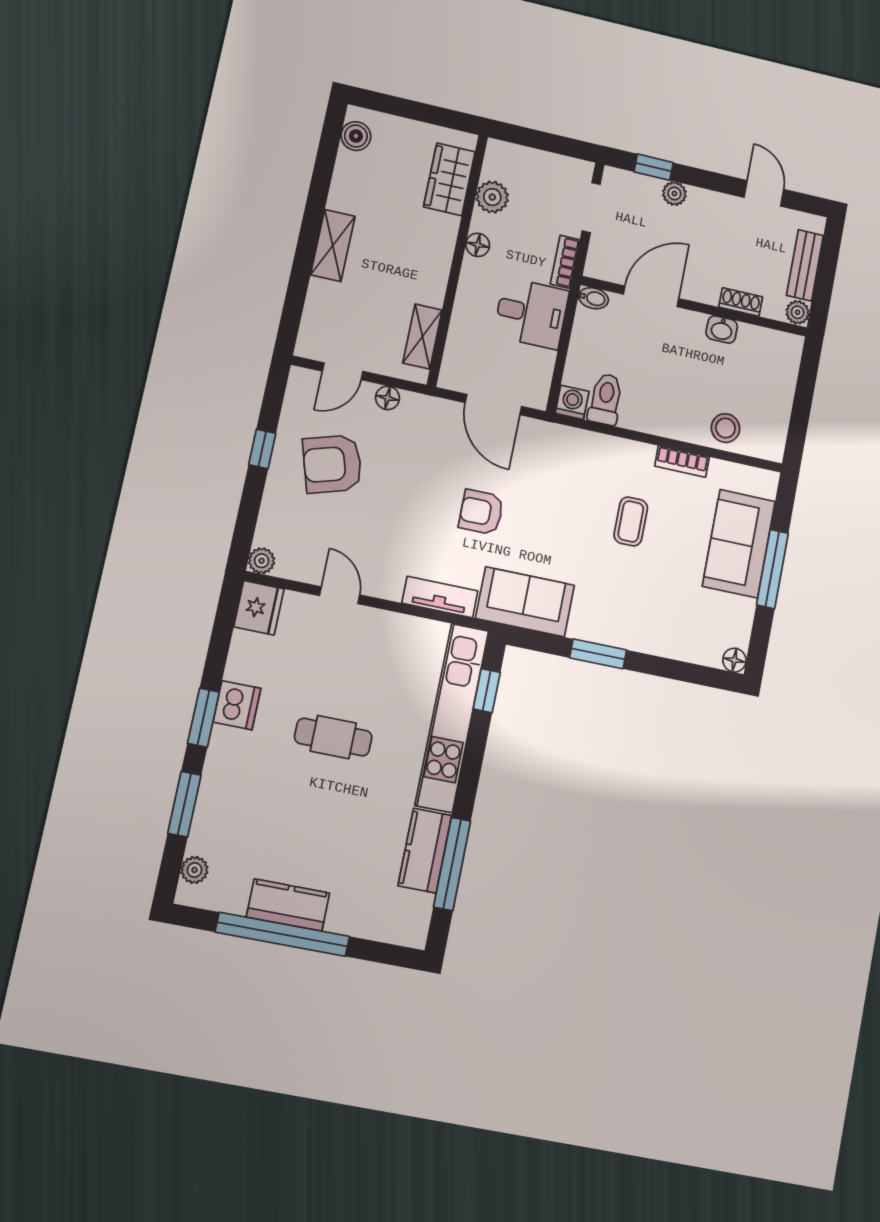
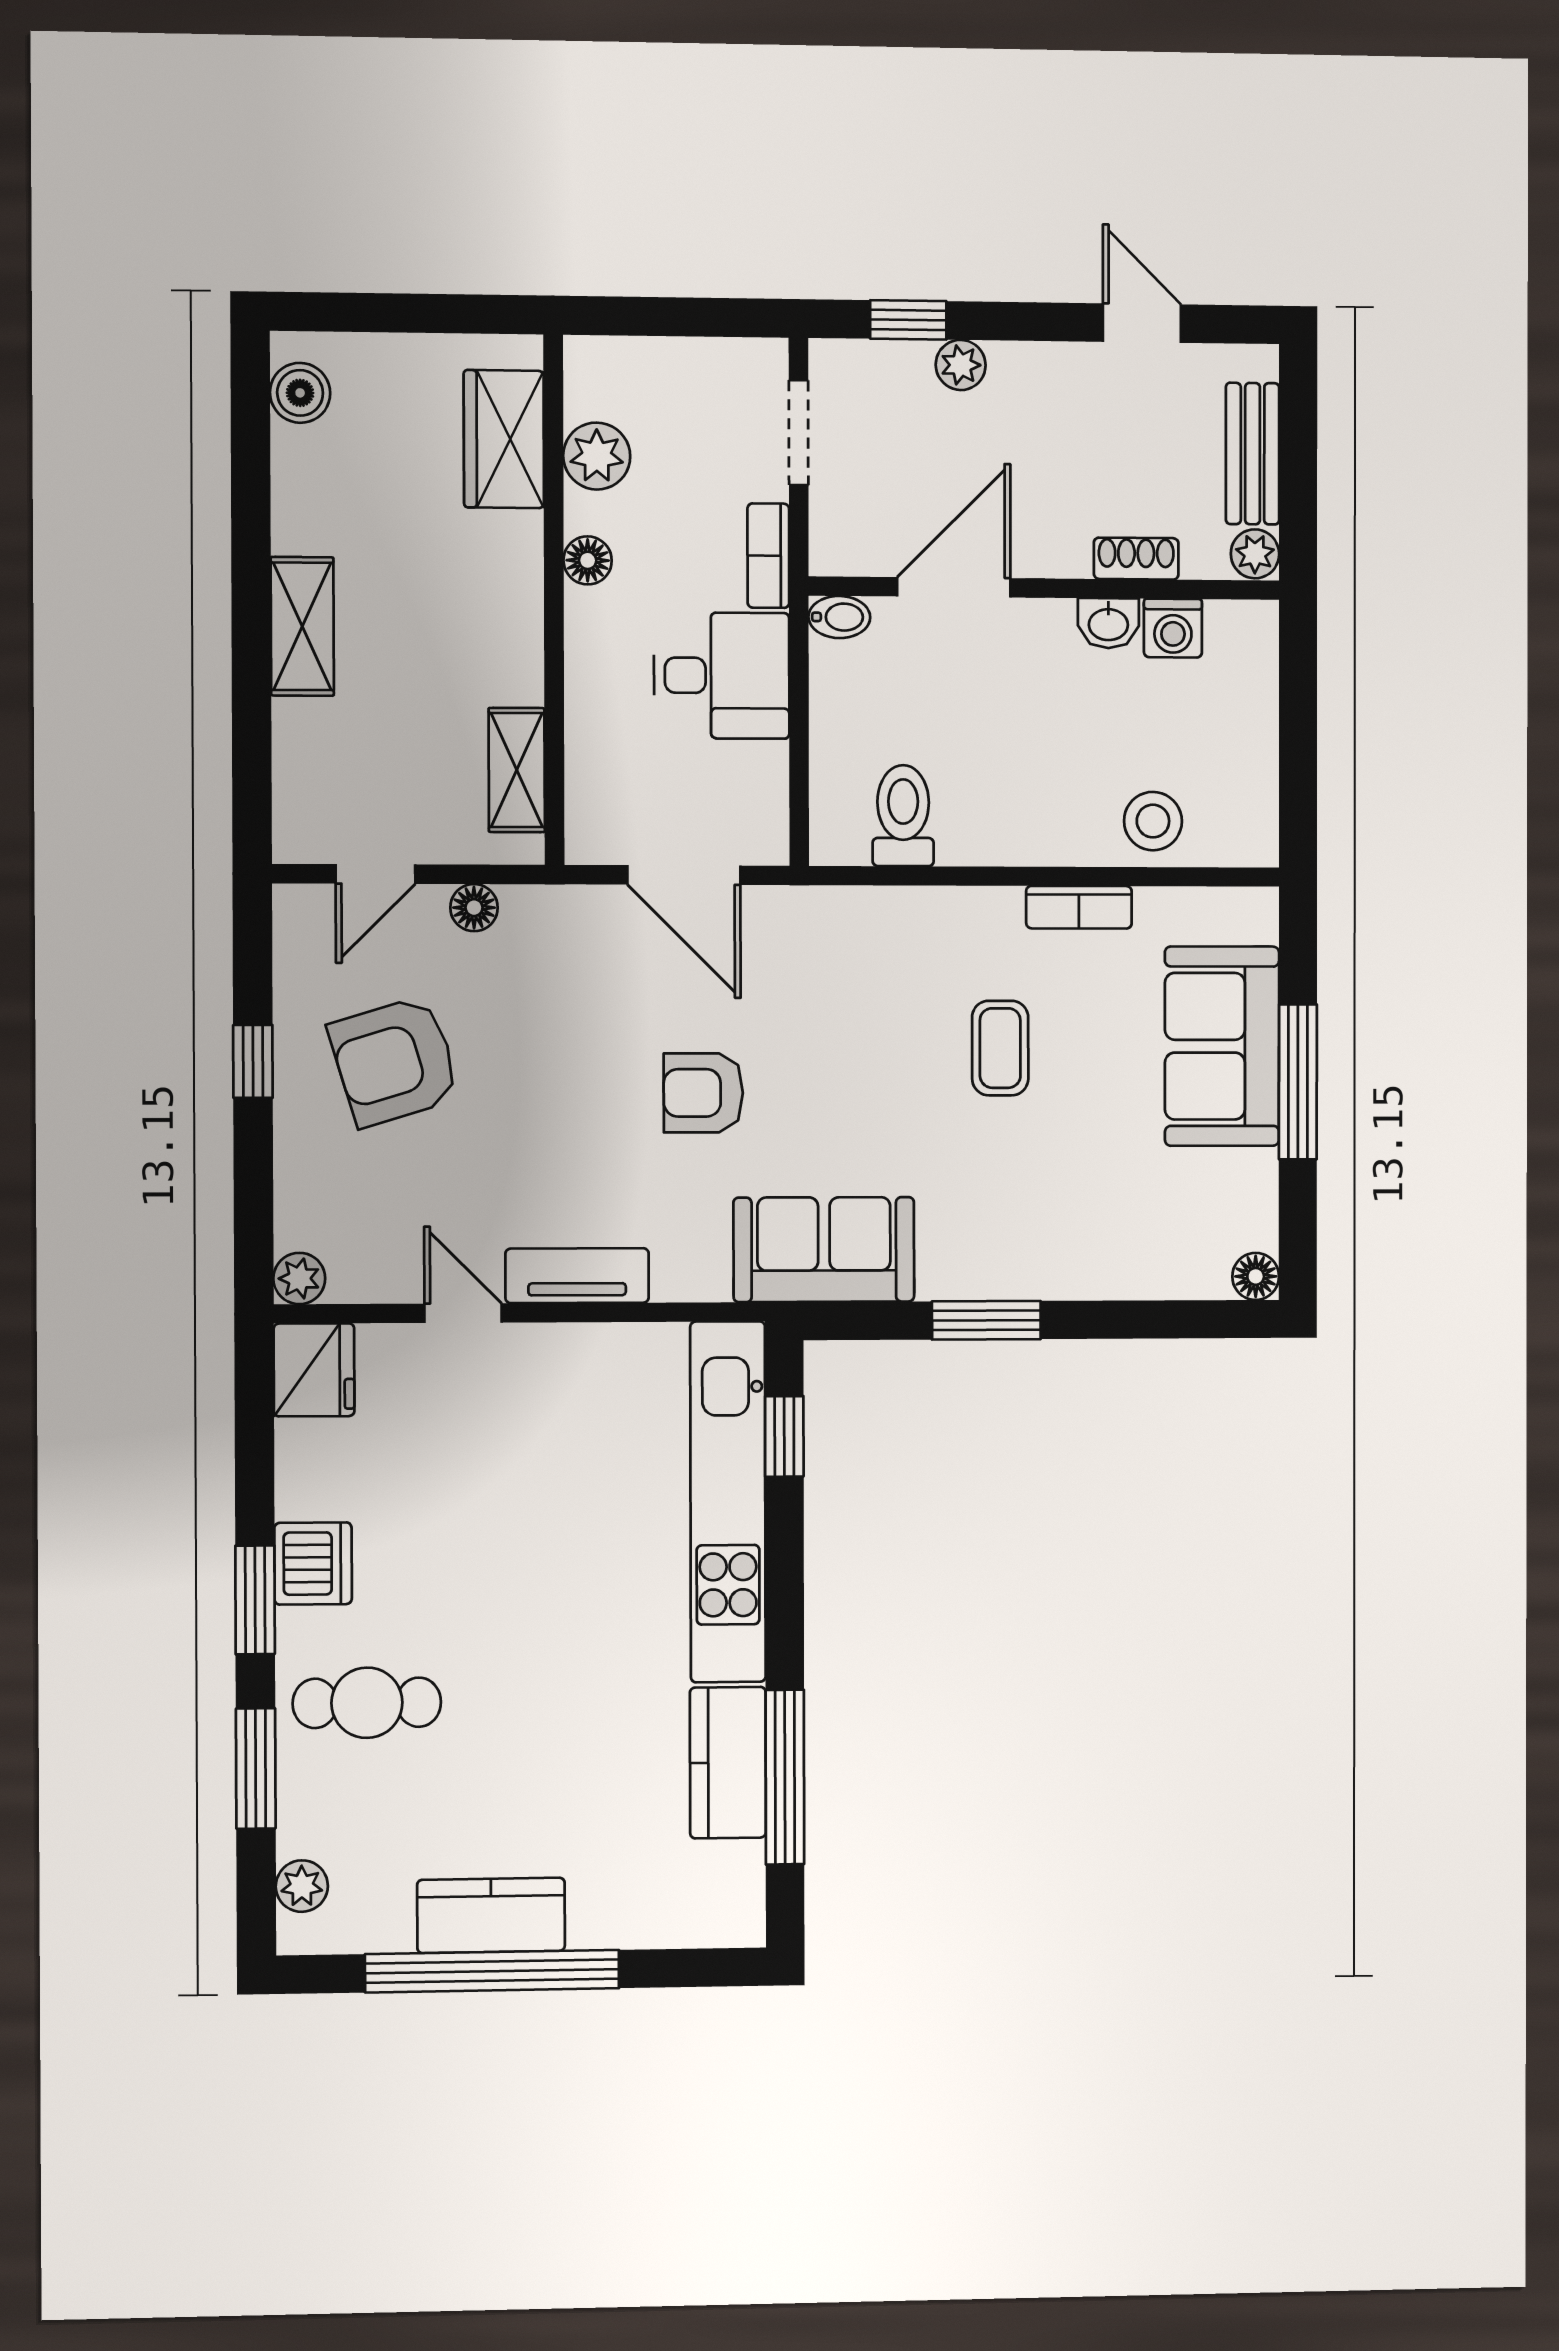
washing machine: (572, 402) -> (1173, 628), moved, turned 180
tv unit: (440, 597) -> (577, 1276), moved
cafe table: (333, 737) -> (367, 1703), moved

